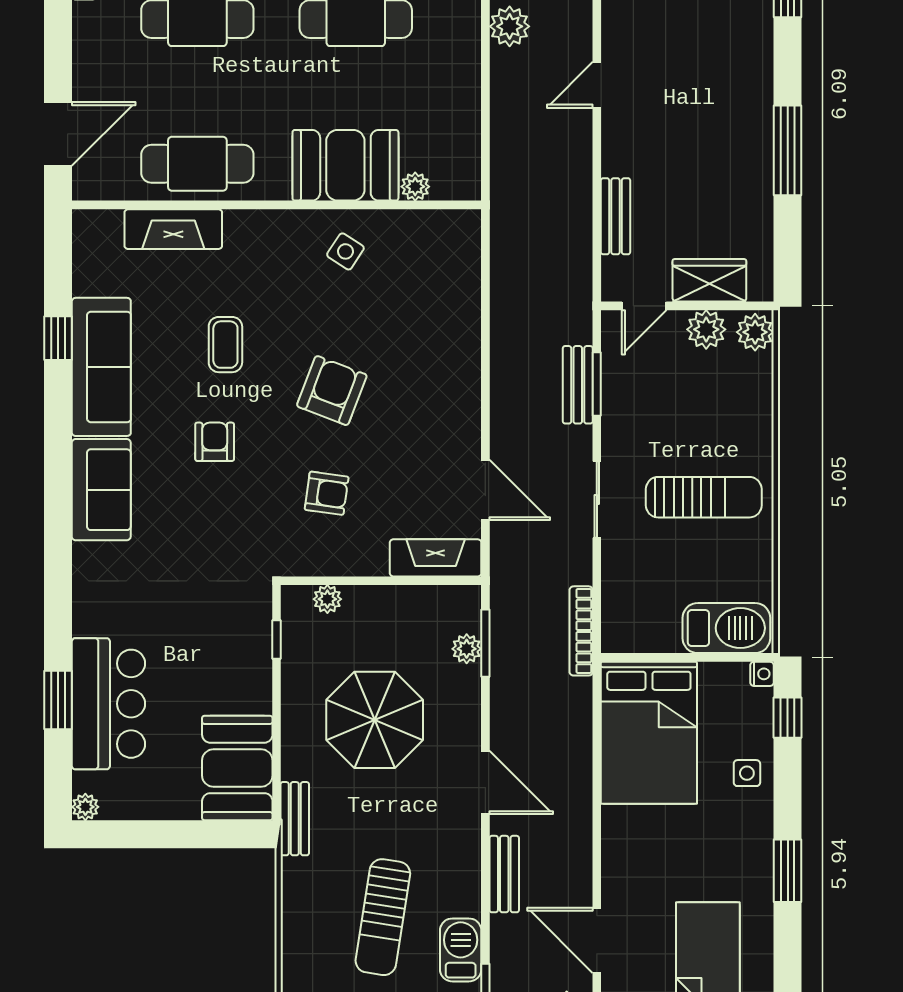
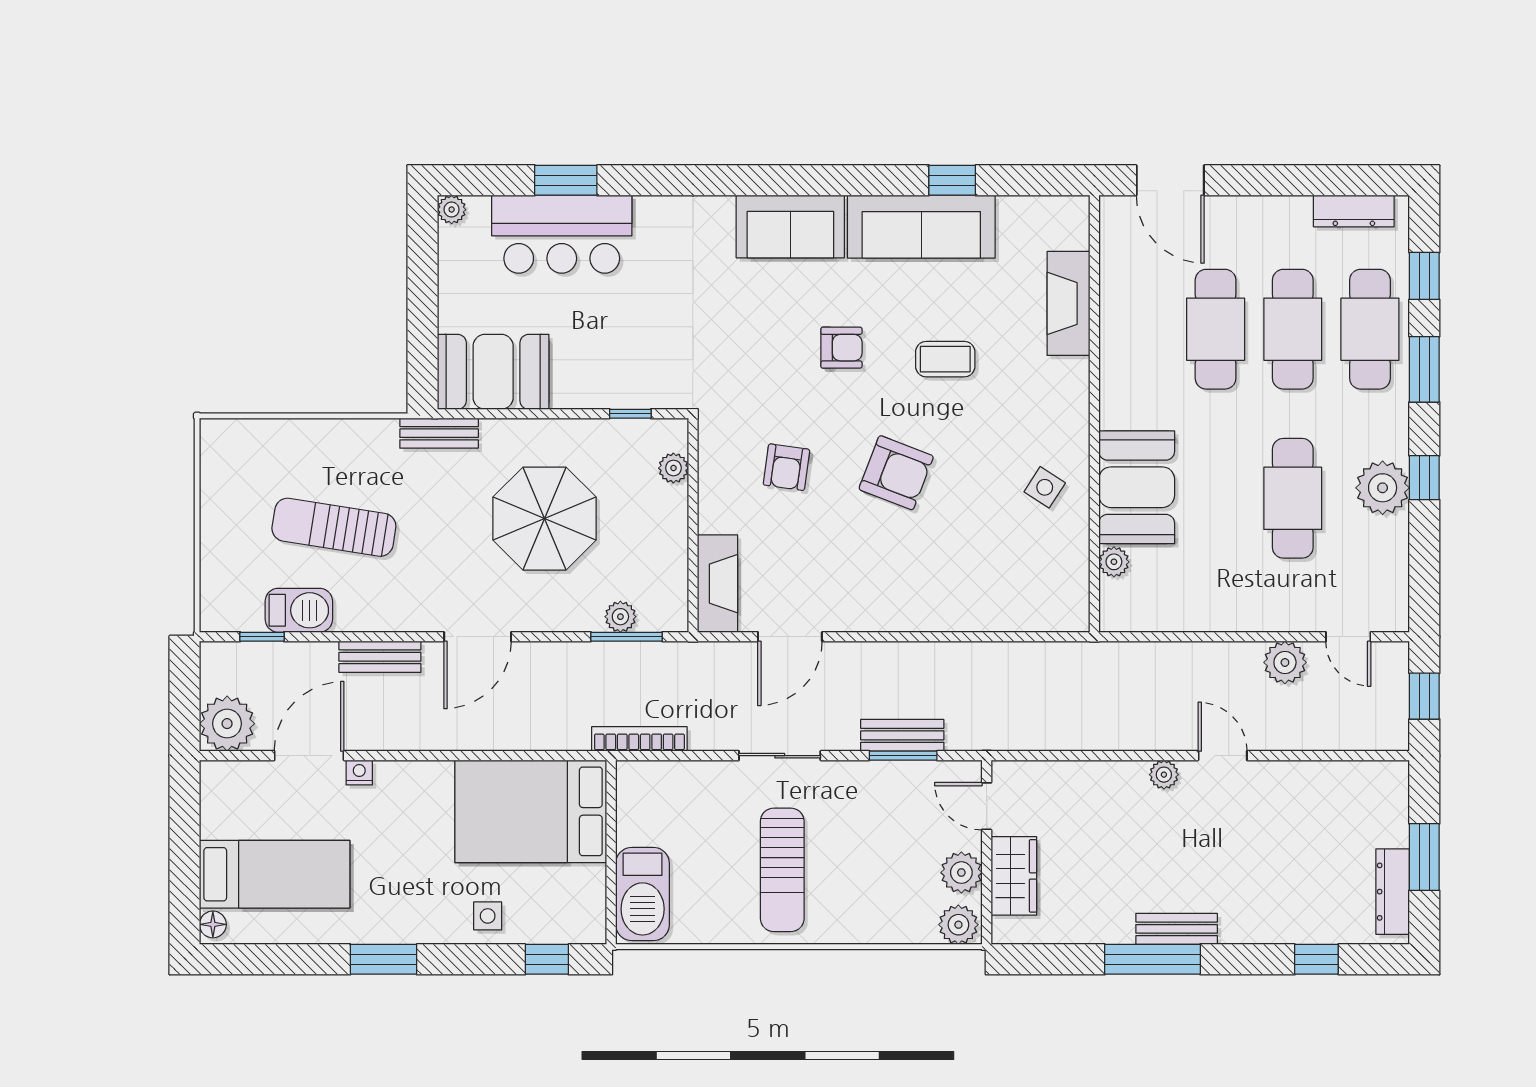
plant: (615, 140) -> (1164, 775), added
cafe table: (197, 164) -> (1216, 329), moved
bench: (616, 216) -> (1177, 929), moved
nightstand: (762, 674) -> (359, 772), moved, turned 180

